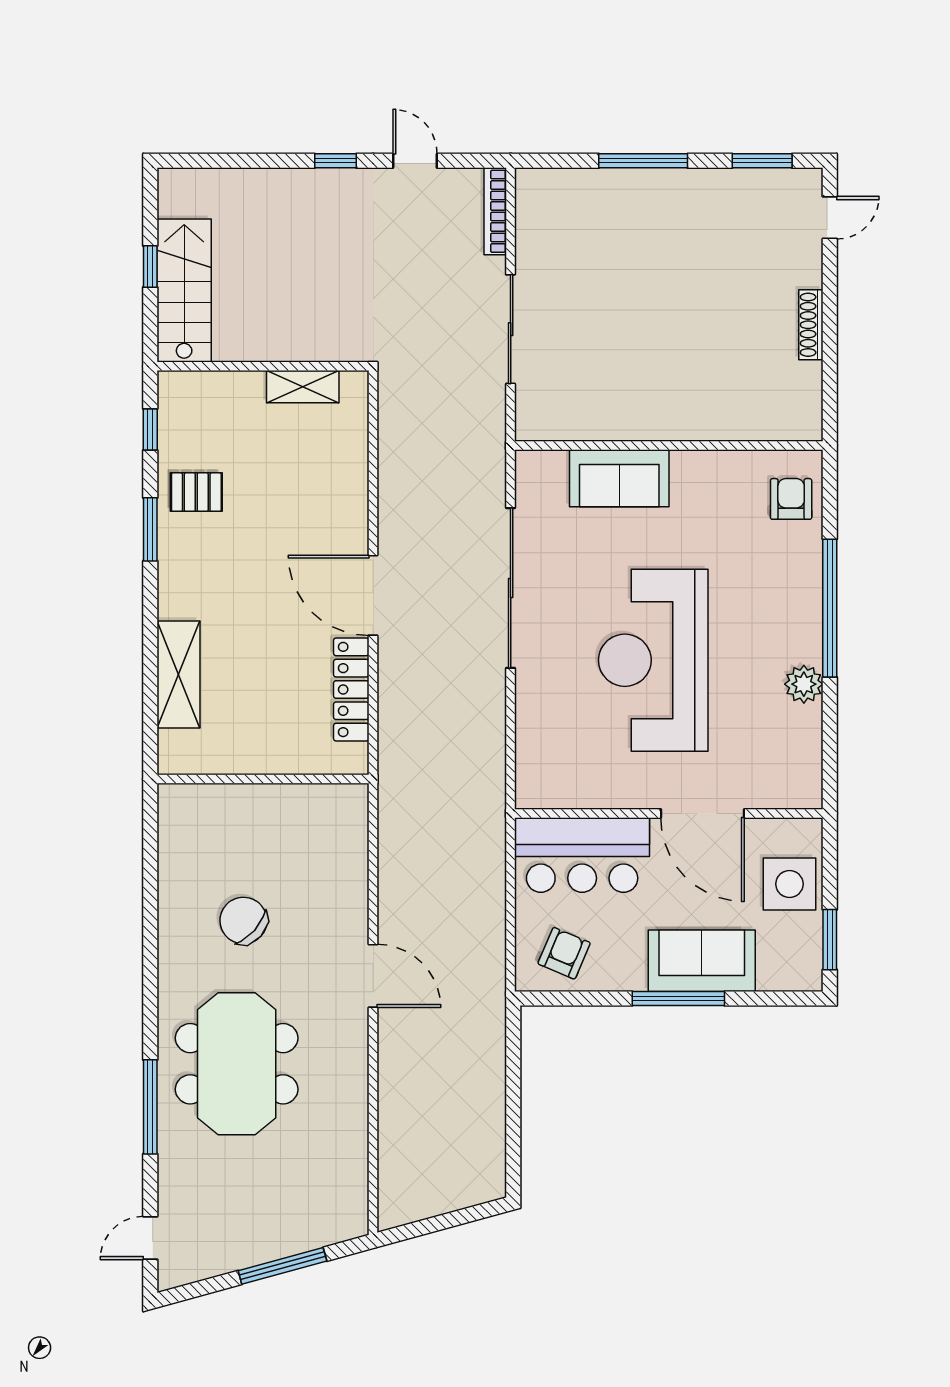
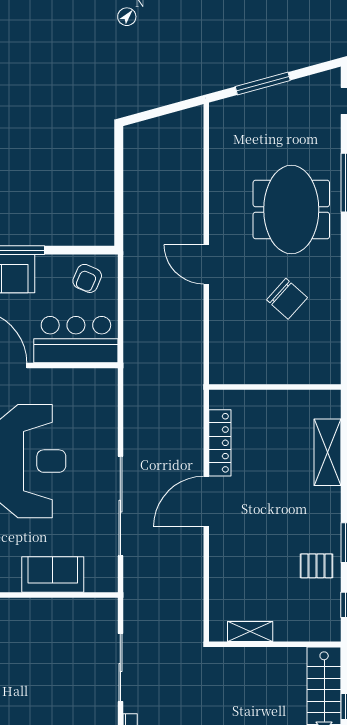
door: (373, 595) -> (206, 501), swing flipped

